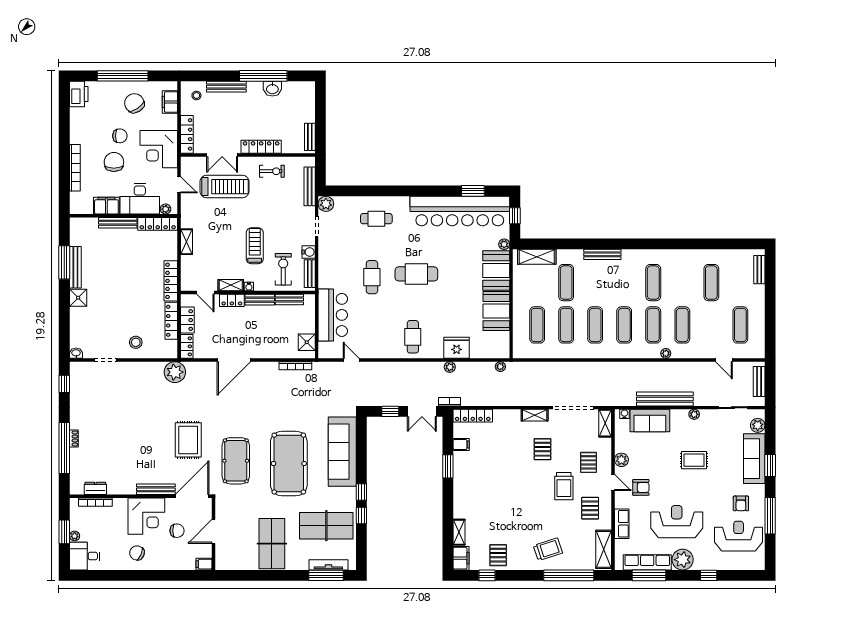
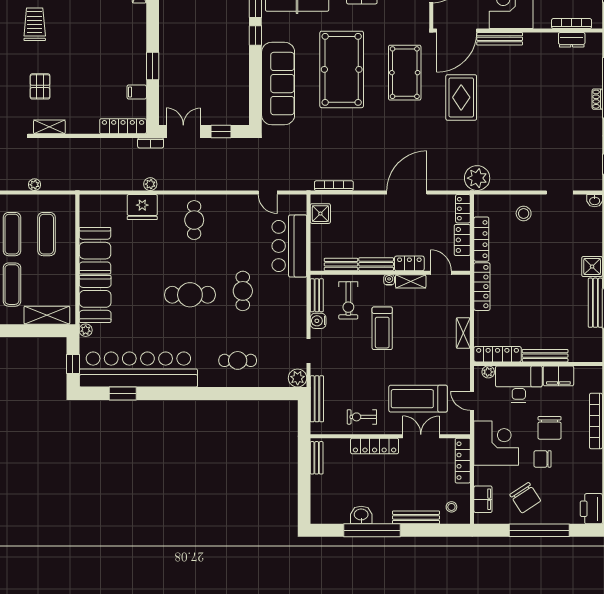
plant: (500, 367) -> (35, 185), moved
trolley: (564, 486) -> (35, 24), moved

